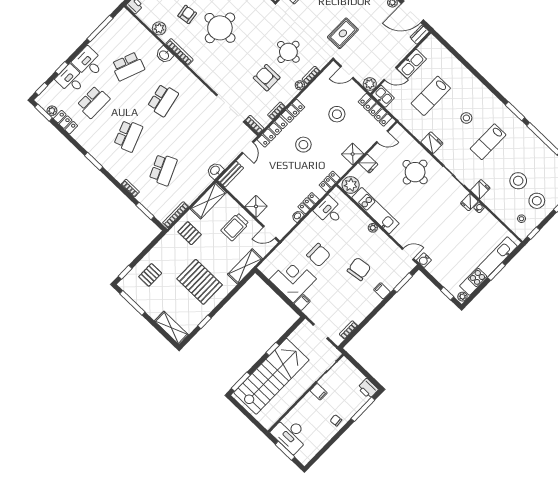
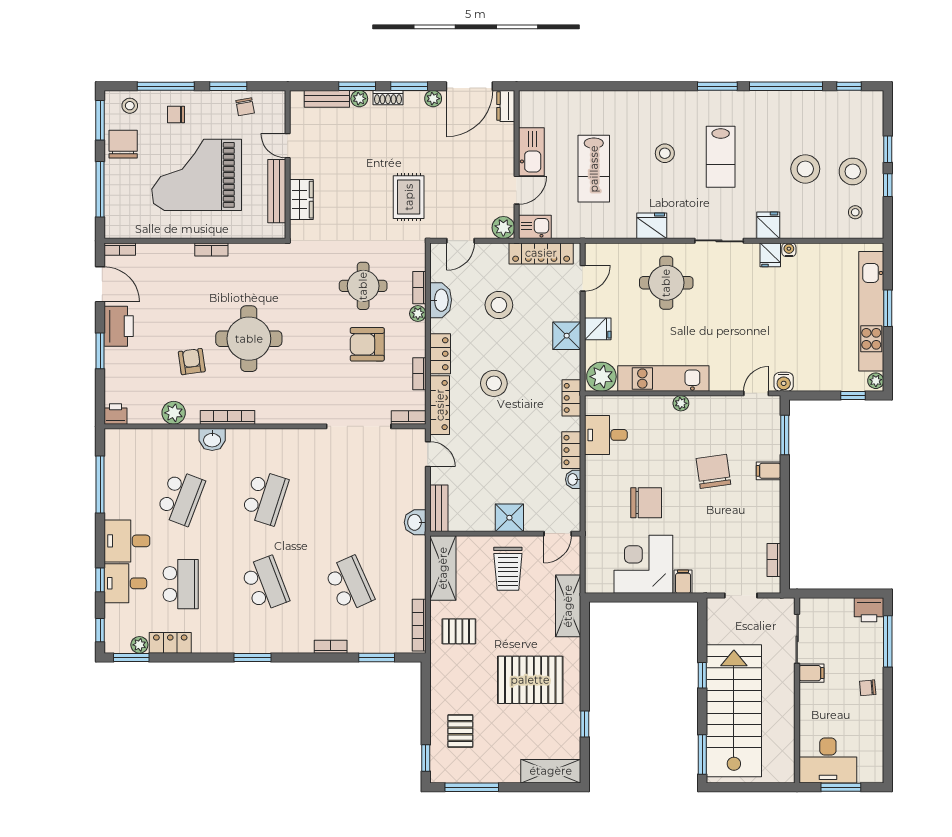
washbasin: (315, 89) -> (441, 300), added
school desk: (163, 100) -> (265, 498), turned 30
window: (533, 233) -> (888, 185), moved

